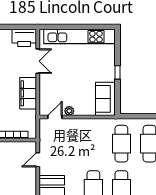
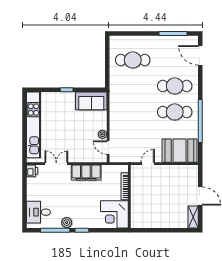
printer: (24, 38) -> (32, 171), width x0.53, depth x0.68
cafe table: (121, 144) -> (133, 86), removed
door: (38, 160) -> (148, 164), swing flipped

